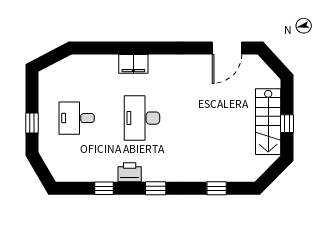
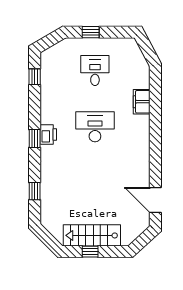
filing cabinet: (133, 64) -> (142, 102), moved
printer: (130, 172) -> (48, 134), moved
window: (104, 188) -> (35, 77), moved

